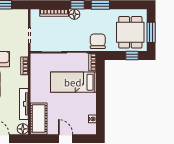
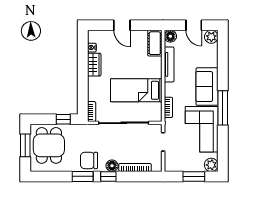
chair: (98, 41) -> (89, 160), moved, turned 90
window: (132, 55) -> (63, 119), moved
bed: (73, 82) -> (136, 90), moved, turned 180
wardrobe: (90, 104) -> (94, 65), added
cot: (39, 119) -> (155, 43), width x0.73, depth x0.75

